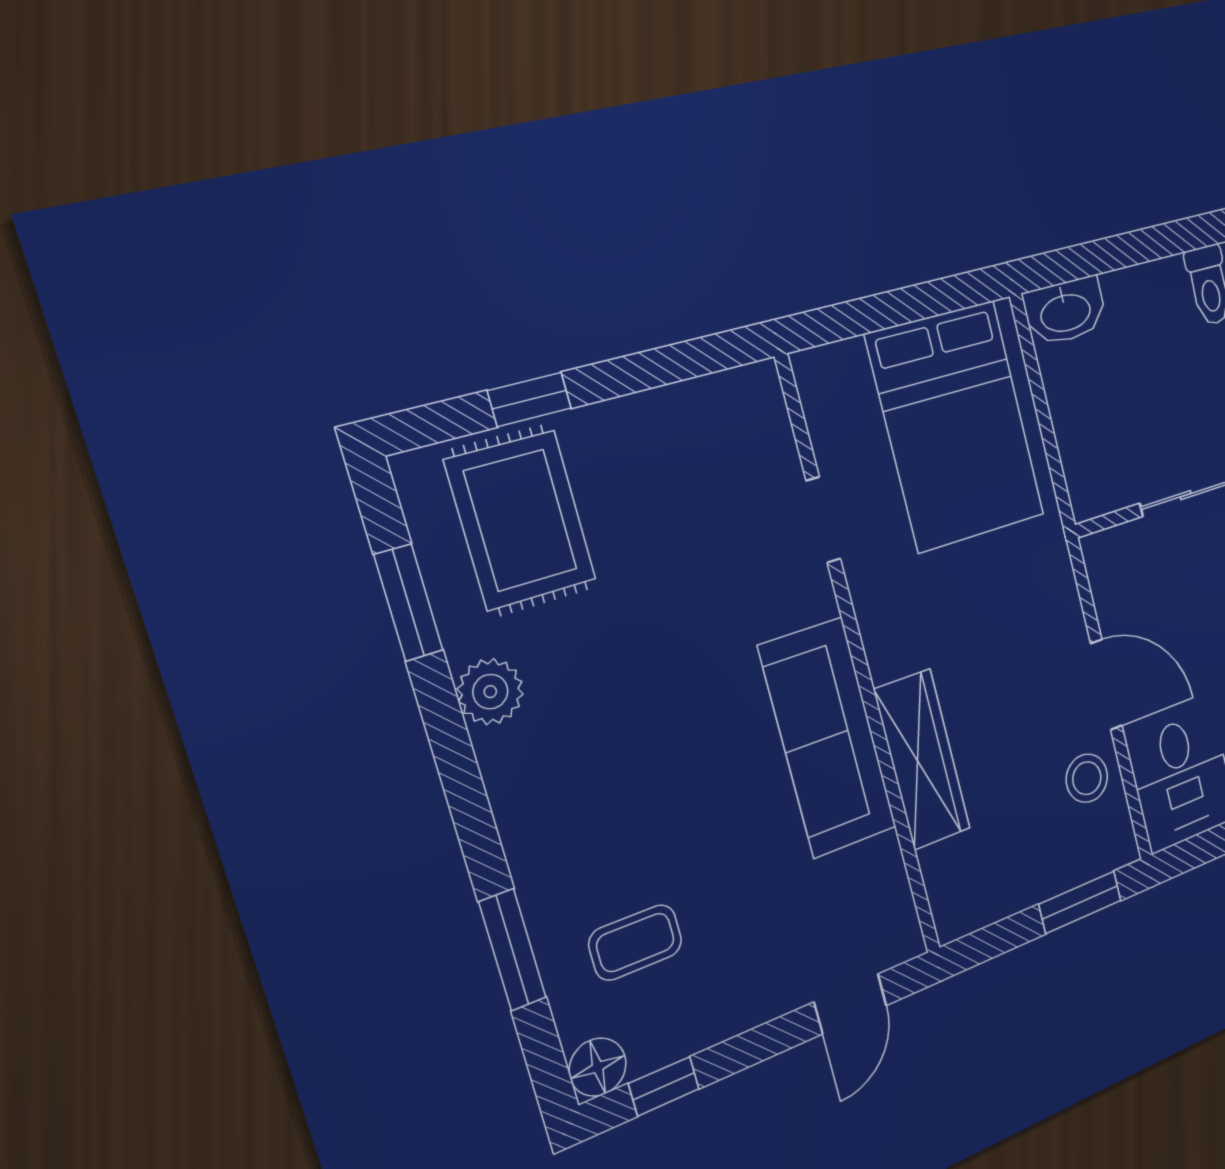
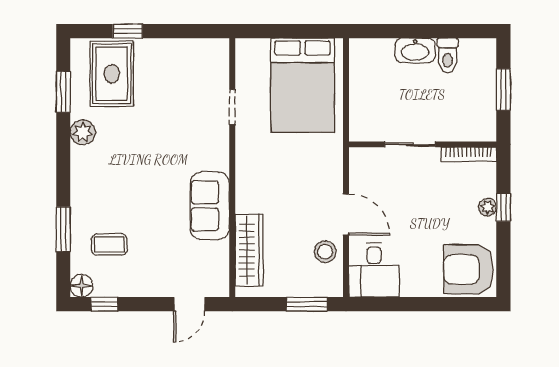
washbasin: (1065, 311) -> (415, 50), moved
sofa: (828, 738) -> (210, 206), width x0.73
wardrobe: (922, 760) -> (249, 250), moved

